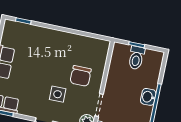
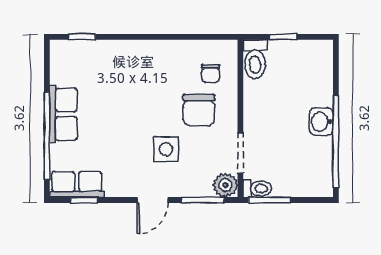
chair: (92, 57) -> (211, 73), added
toilet: (136, 58) -> (255, 59), moved

